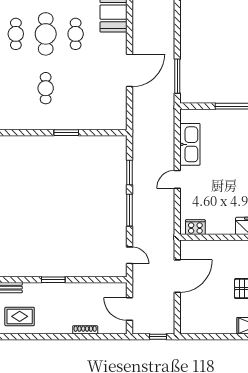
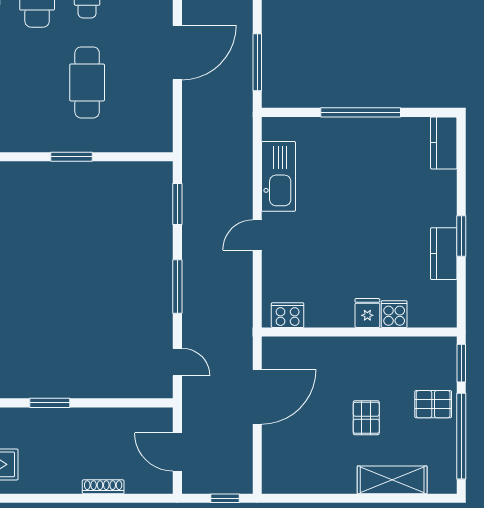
cafe table: (46, 88) -> (87, 82), moved, width x1.37, depth x1.35
window: (130, 172) -> (177, 204), moved

